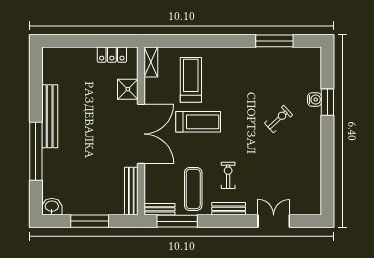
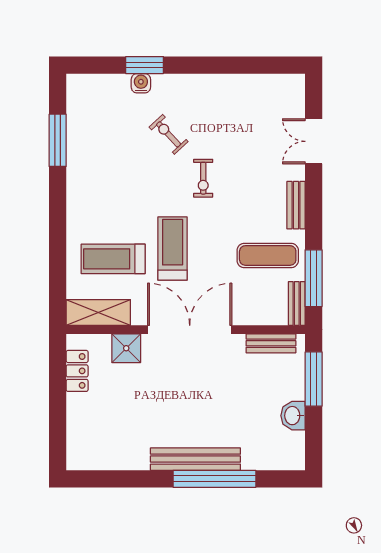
shelving: (151, 62) -> (98, 312), width x1.50, depth x1.33
bench: (50, 116) -> (195, 459), moved
exercise bike: (228, 175) -> (203, 178), moved, turned -90
bench: (131, 191) -> (271, 343), width x0.73
washbasin: (52, 207) -> (293, 416), moved
window: (90, 221) -> (314, 379), moved

